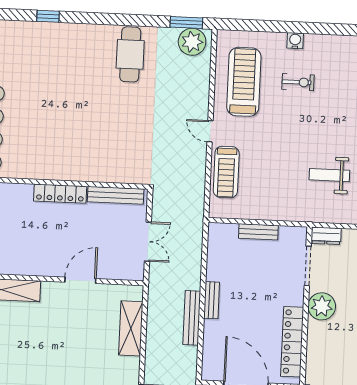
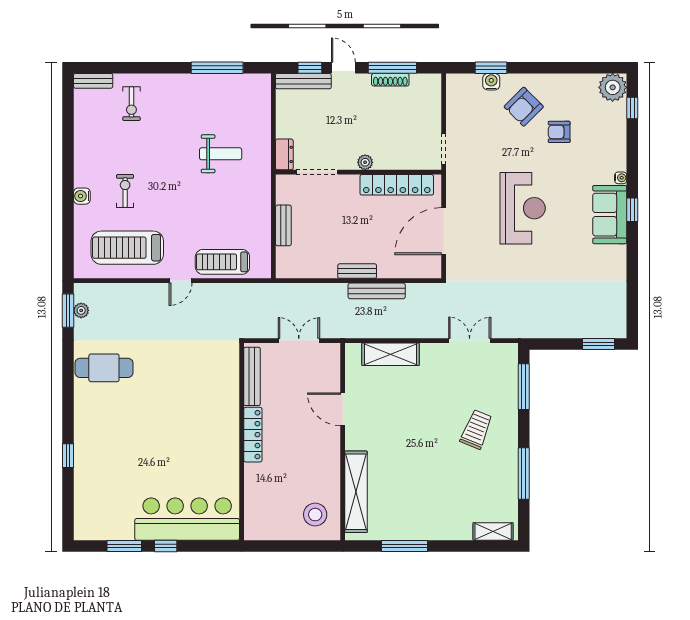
plant: (192, 42) -> (81, 310), width x0.53, depth x0.53
treadmill: (226, 172) -> (222, 262), turned 180
weight bench: (329, 175) -> (221, 154), turned -90
plant: (322, 306) -> (365, 162), width x0.53, depth x0.53

